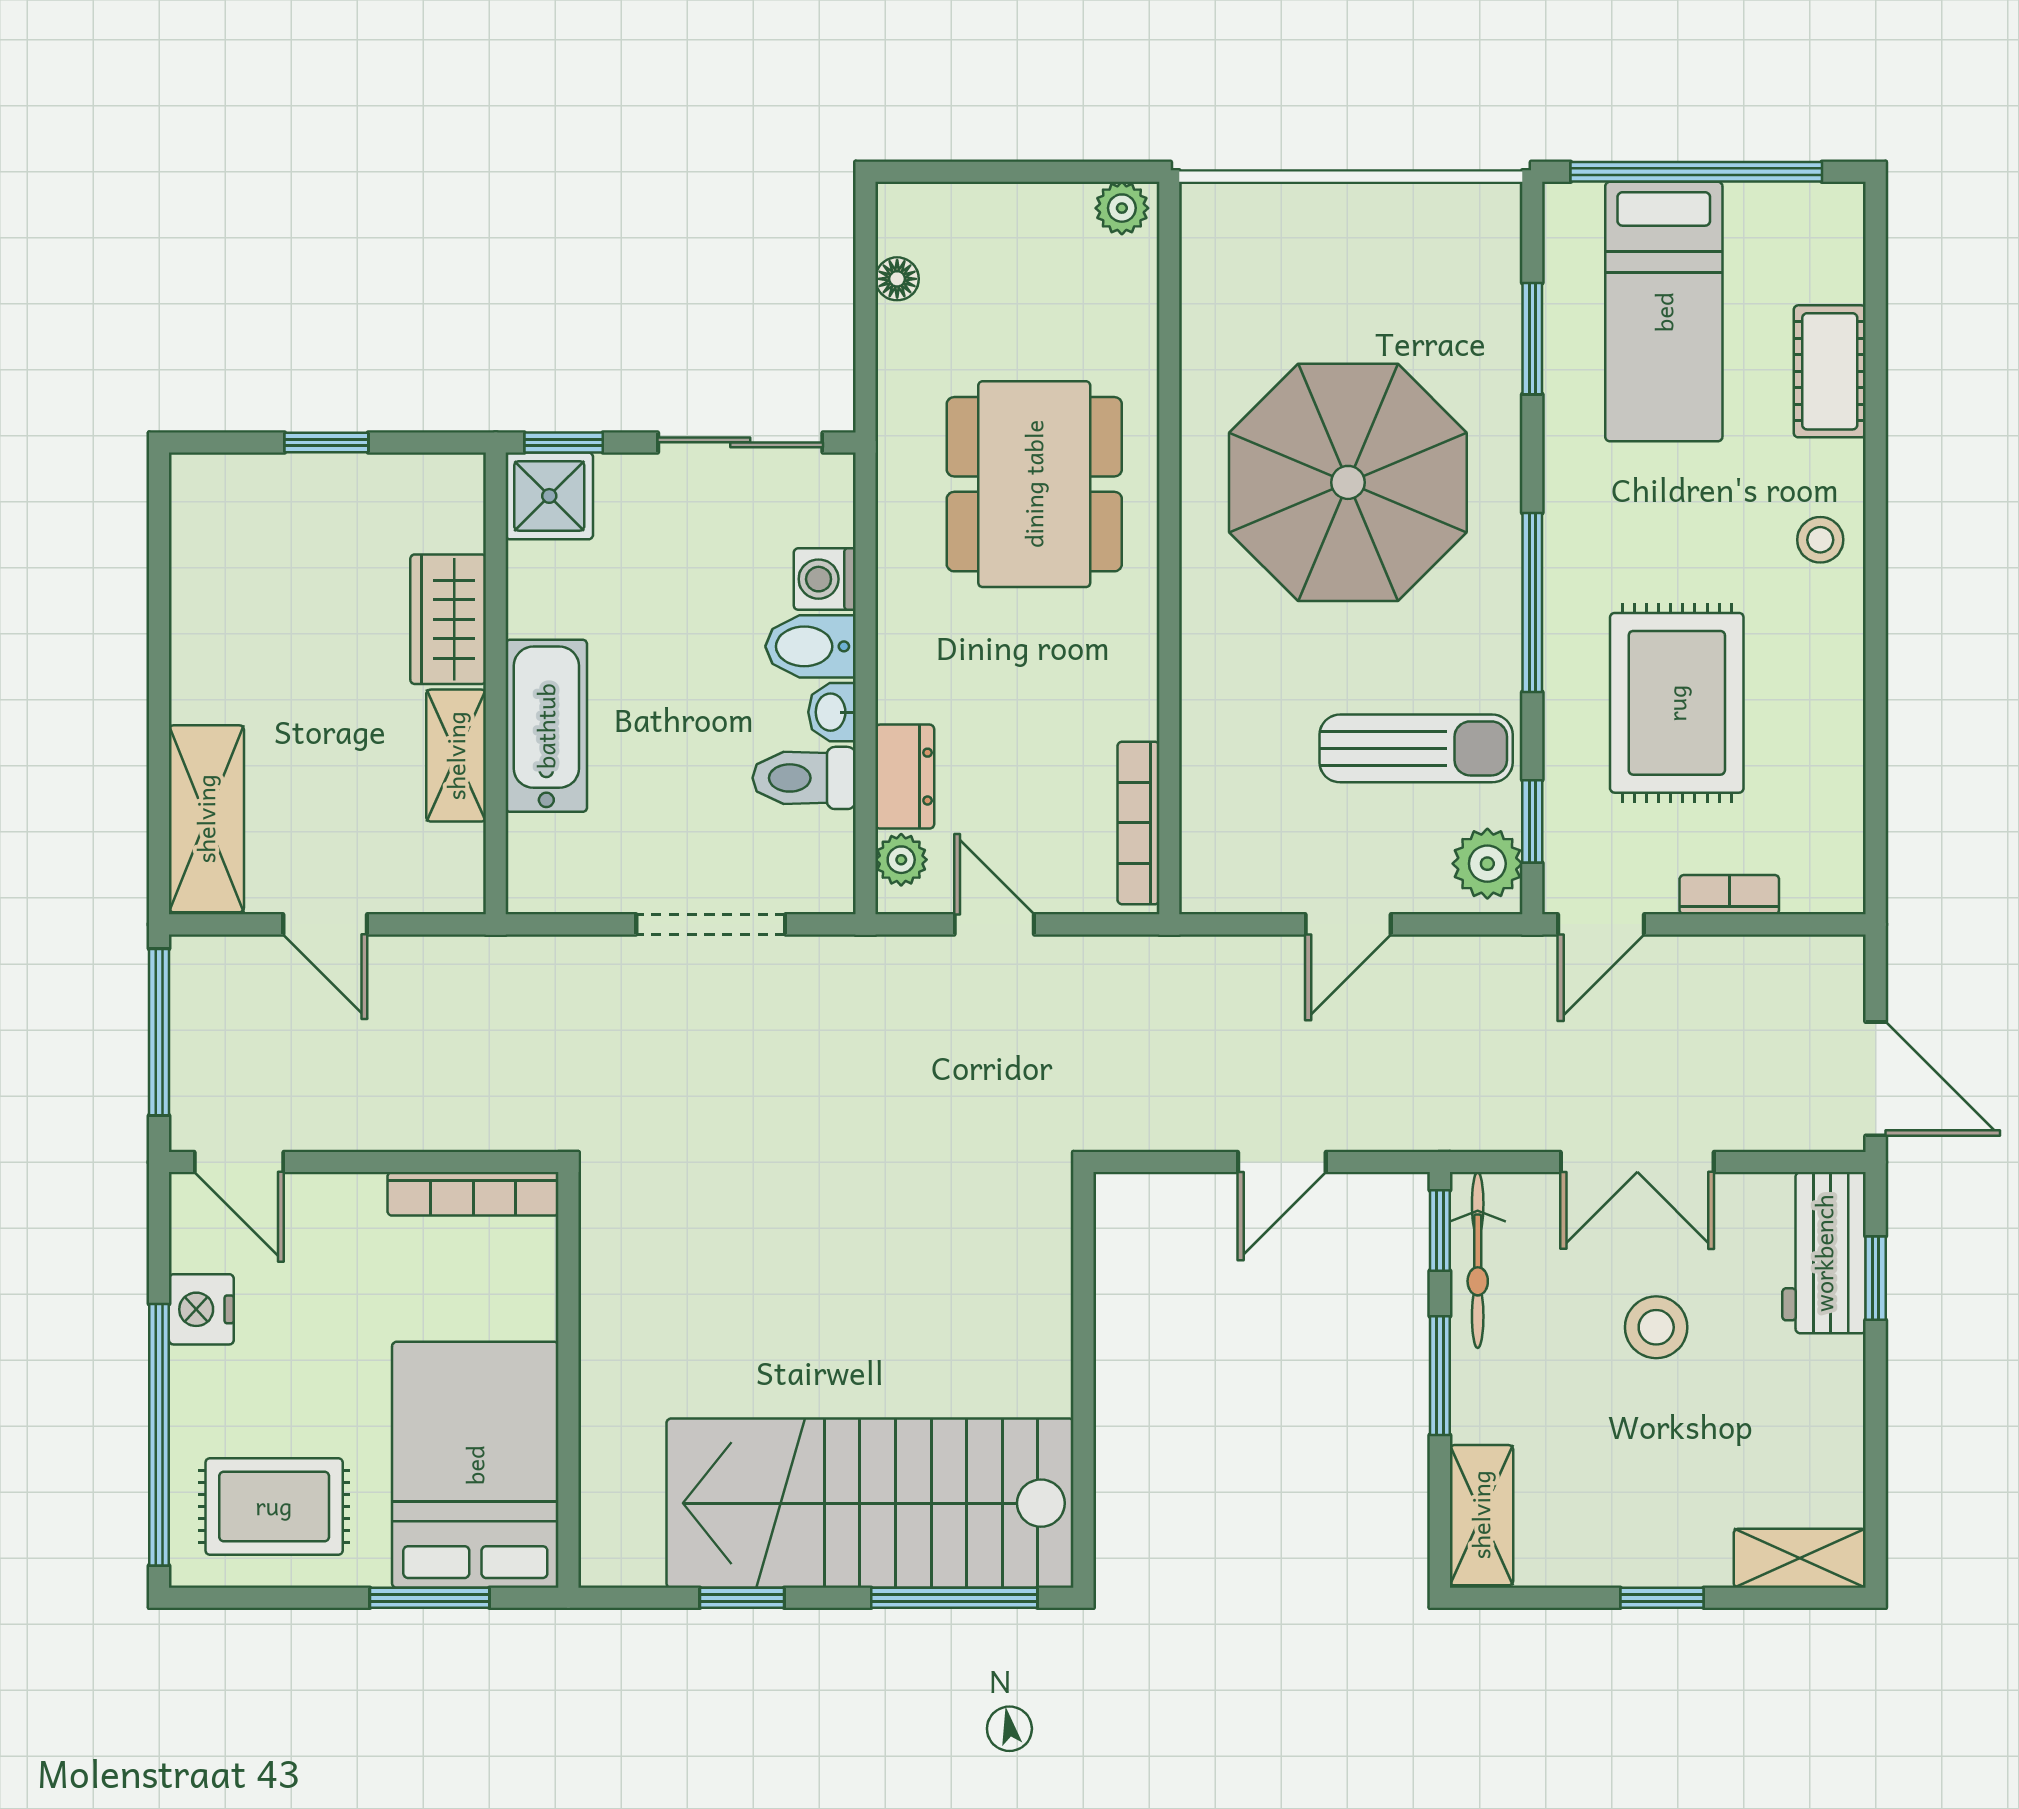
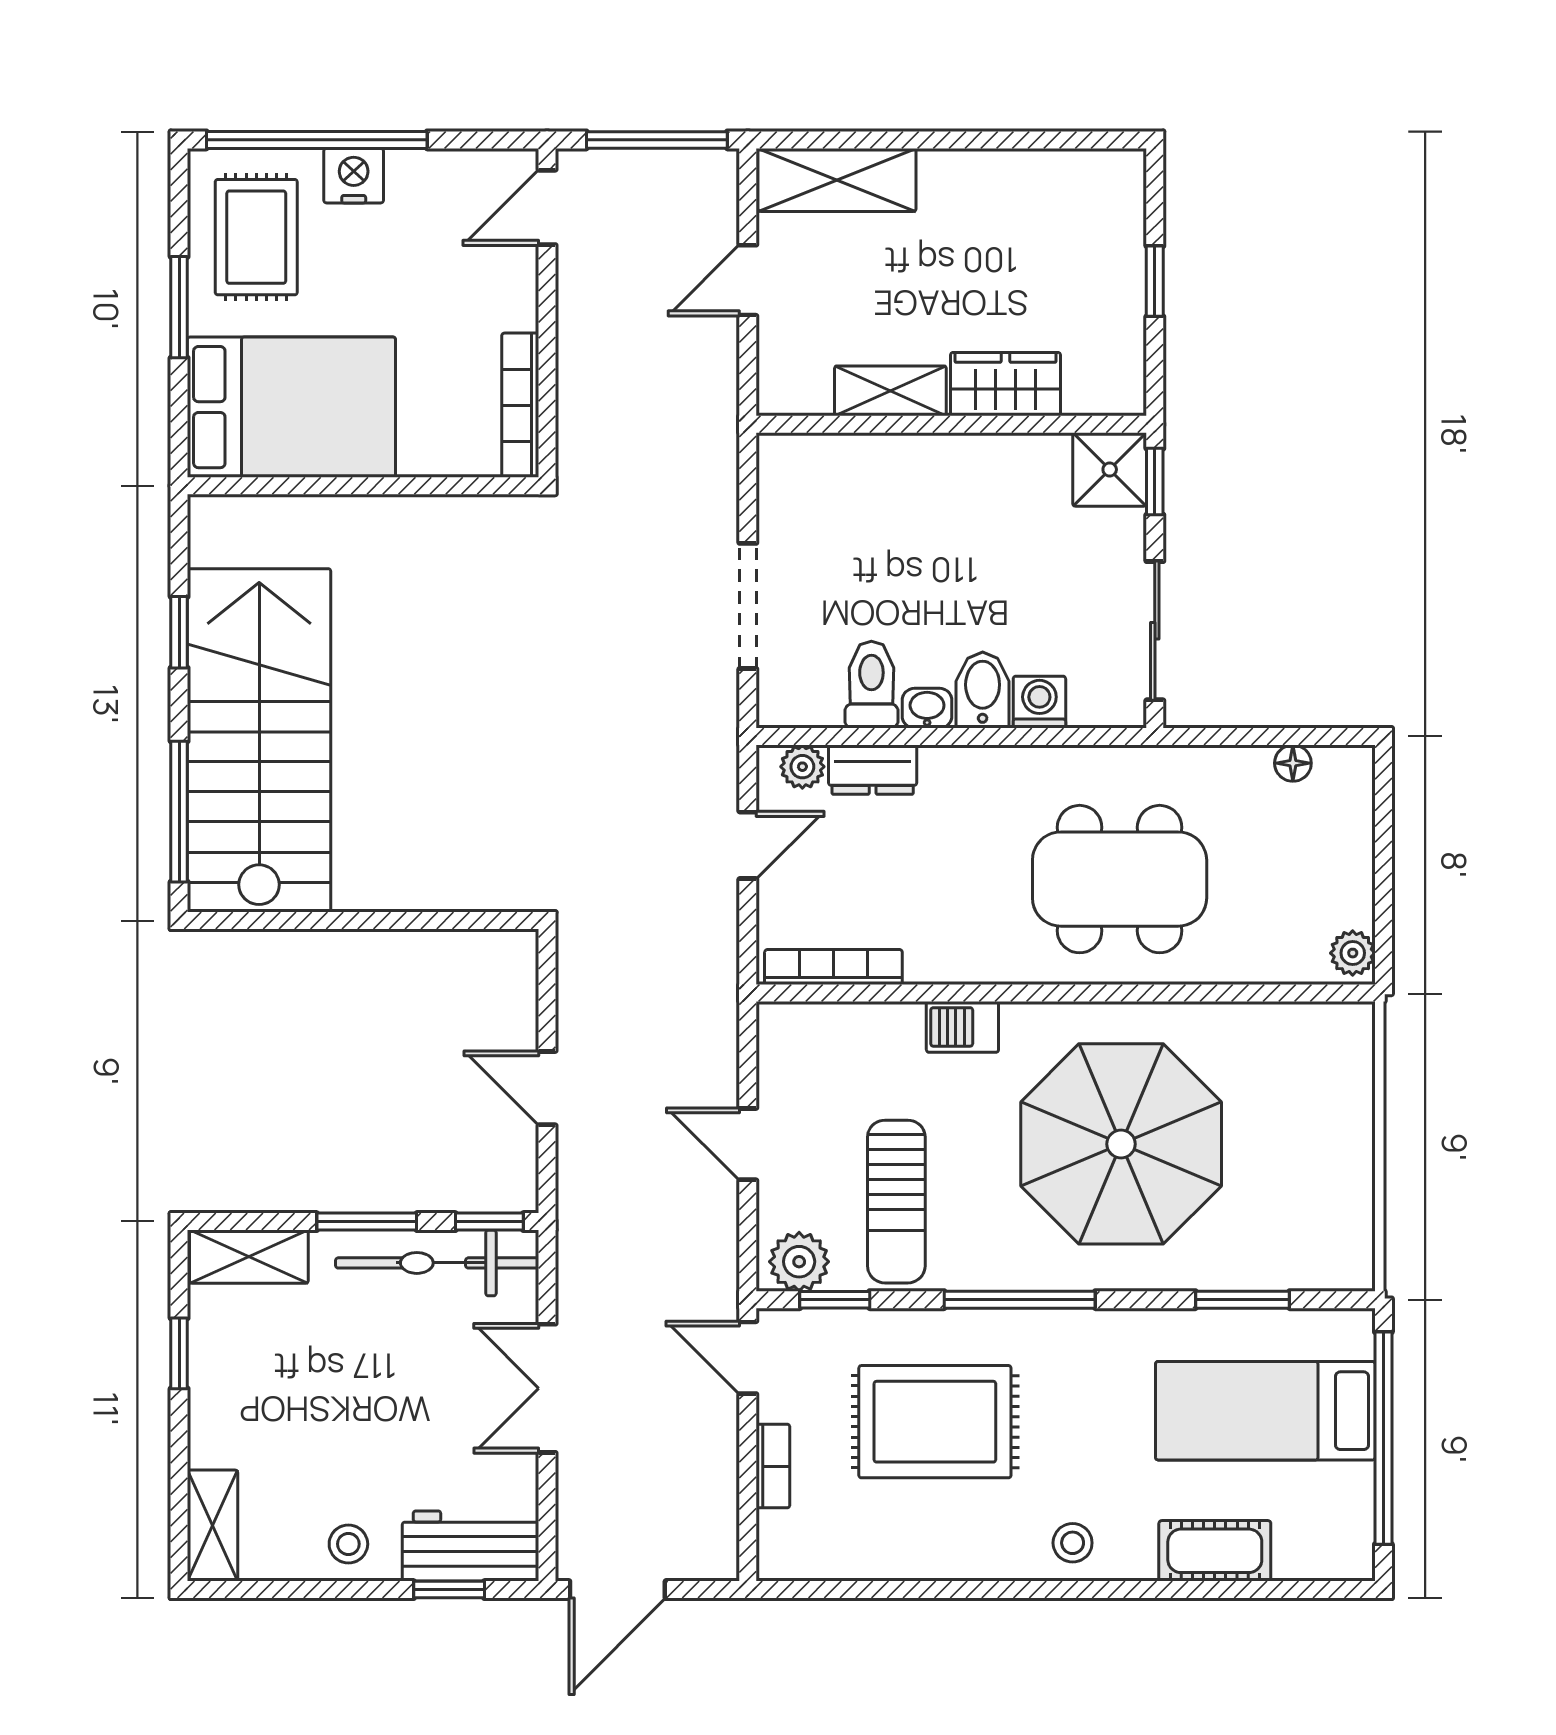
barbecue: (1209, 670) -> (962, 1027), added
bathtub: (546, 726) -> (916, 467), removed
bicycle: (1478, 1260) -> (437, 1263), width x1.37, depth x1.40
nightstand: (201, 1309) -> (354, 176), moved
stool: (1656, 1327) -> (348, 1544), moved, width x0.73, depth x0.73
window: (430, 1598) -> (179, 307), moved
window: (1662, 1598) -> (179, 1353), moved

